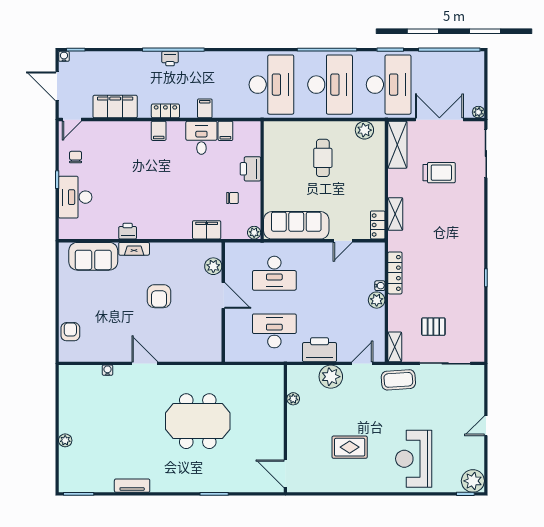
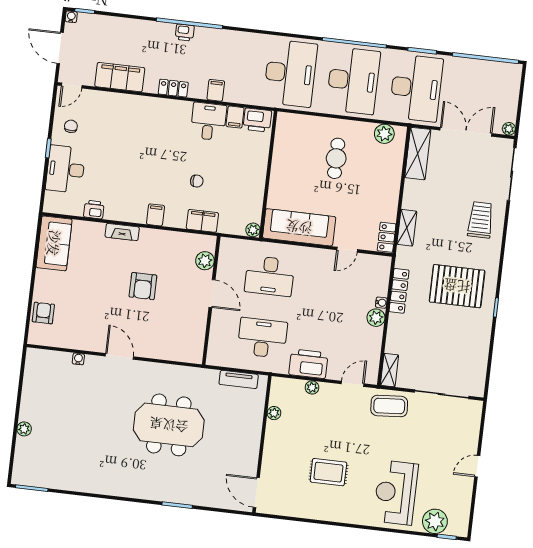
filing cabinet: (159, 131) -> (155, 215), moved, turned 180
printer: (250, 169) -> (257, 120), moved, turned -90
trolley: (439, 173) -> (480, 220), moved, turned -90
chair: (232, 198) -> (197, 181), moved
printer: (128, 231) -> (94, 210), moved
sofa: (93, 256) -> (54, 243), moved, turned -90
pallet: (433, 327) -> (457, 286), moved, width x2.05, depth x2.00
plant: (331, 377) -> (312, 388), width x0.53, depth x0.53
plant: (473, 481) -> (435, 521), moved
tv unit: (132, 486) -> (239, 379), moved, turned 180

